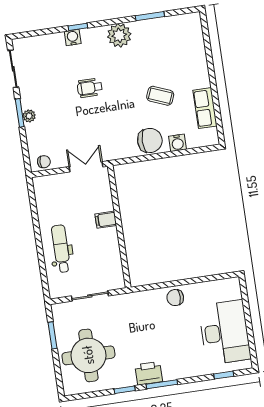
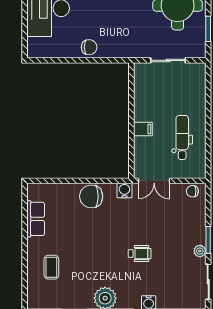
coffee table: (160, 96) -> (51, 267), moved, turned 68
plant: (29, 116) -> (200, 251), moved
water cooler: (178, 143) -> (124, 190), moved
dental chair: (61, 249) -> (182, 137), moved, turned 180

